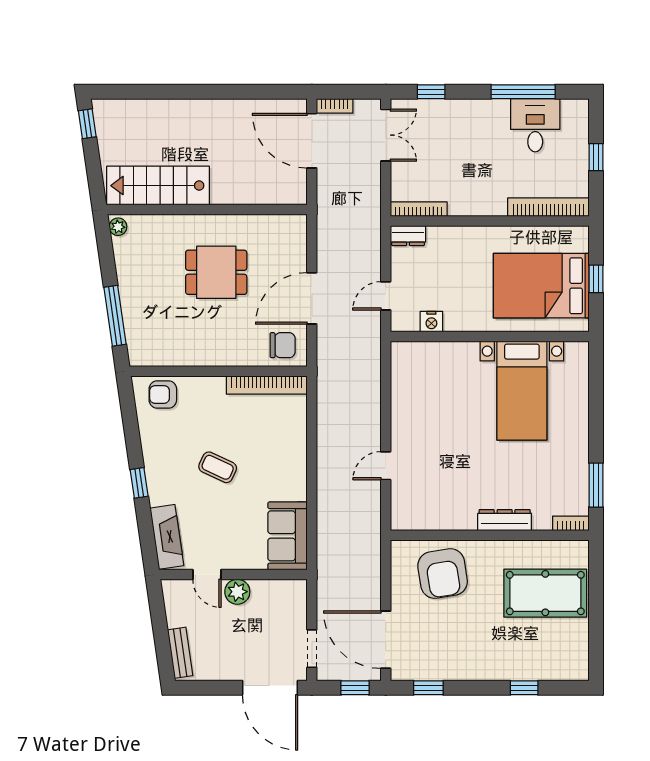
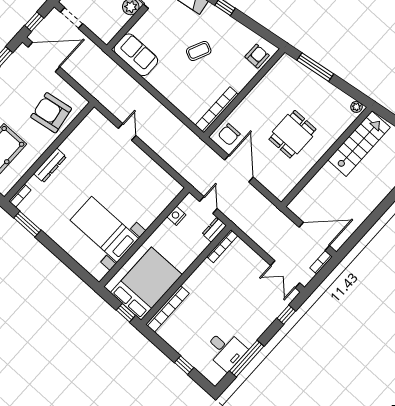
bookcase: (548, 207) -> (167, 309), moved
bookcase: (419, 209) -> (222, 246), moved
wall: (490, 221) -> (186, 275), moved
dresser: (408, 236) -> (214, 230), moved

